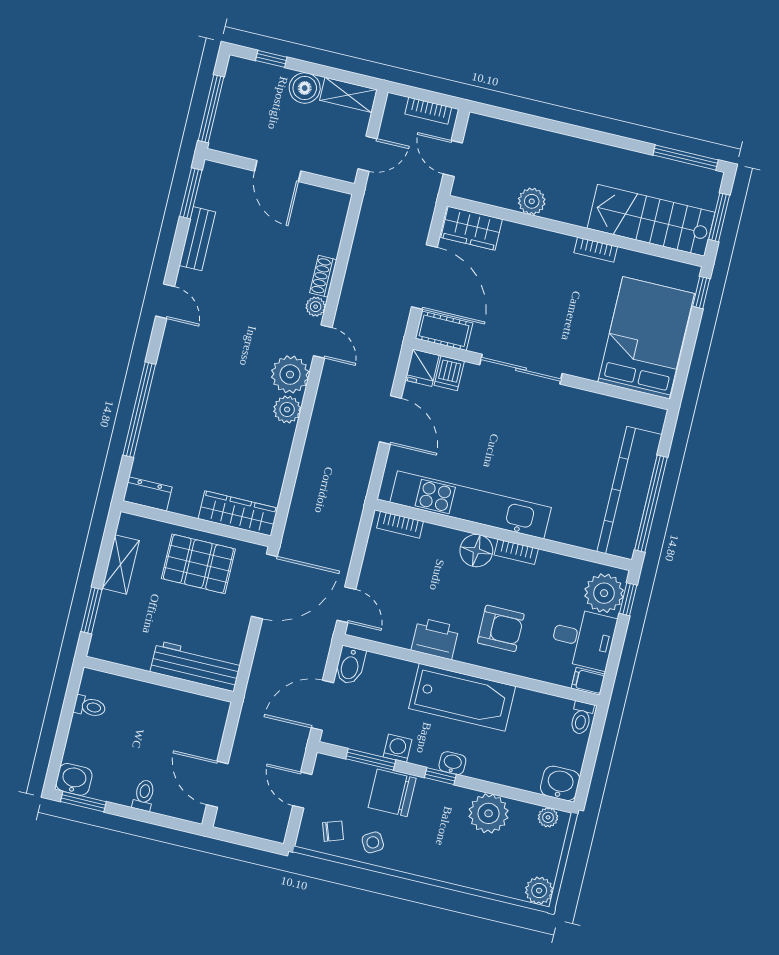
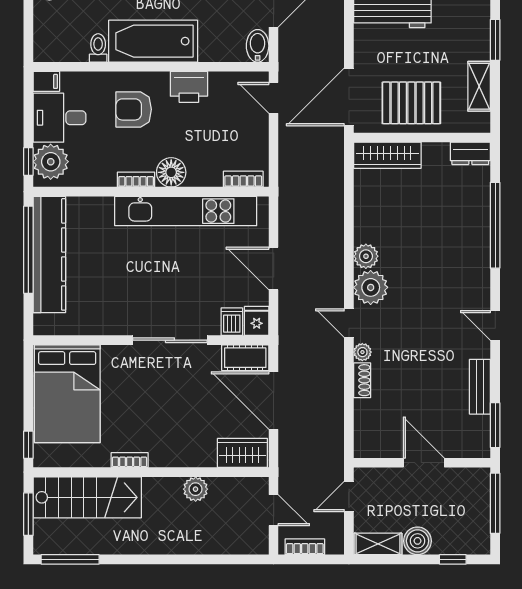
toilet: (581, 718) -> (98, 48), moved

